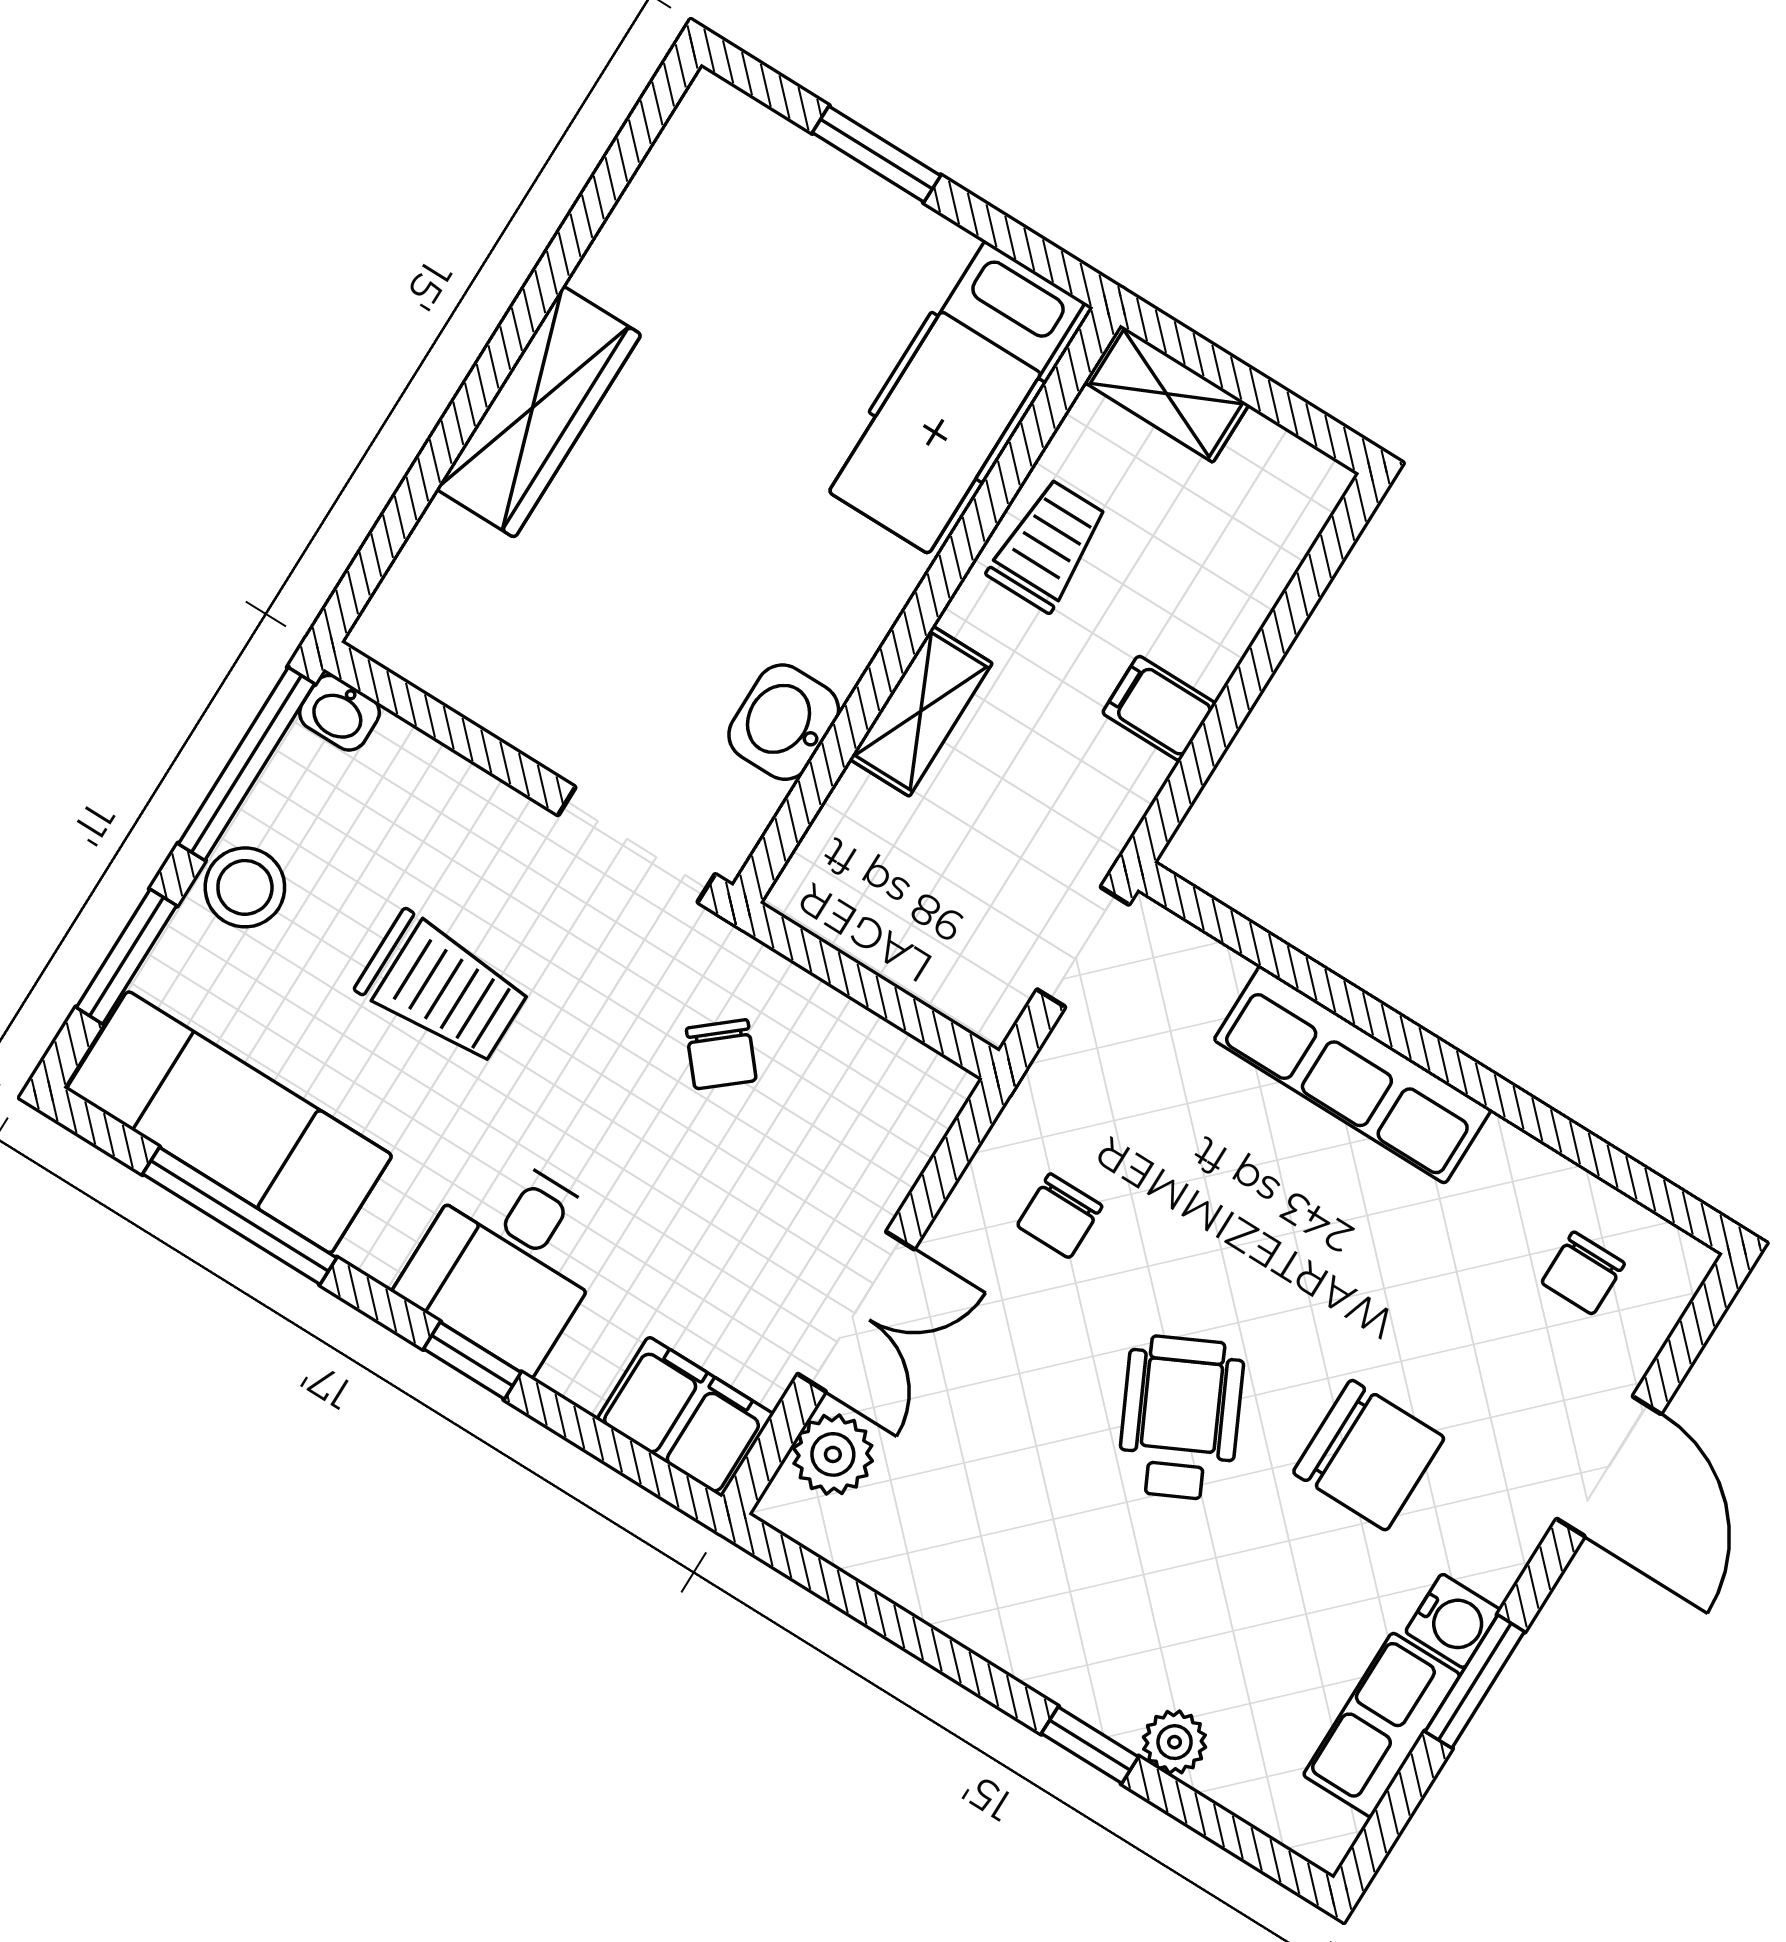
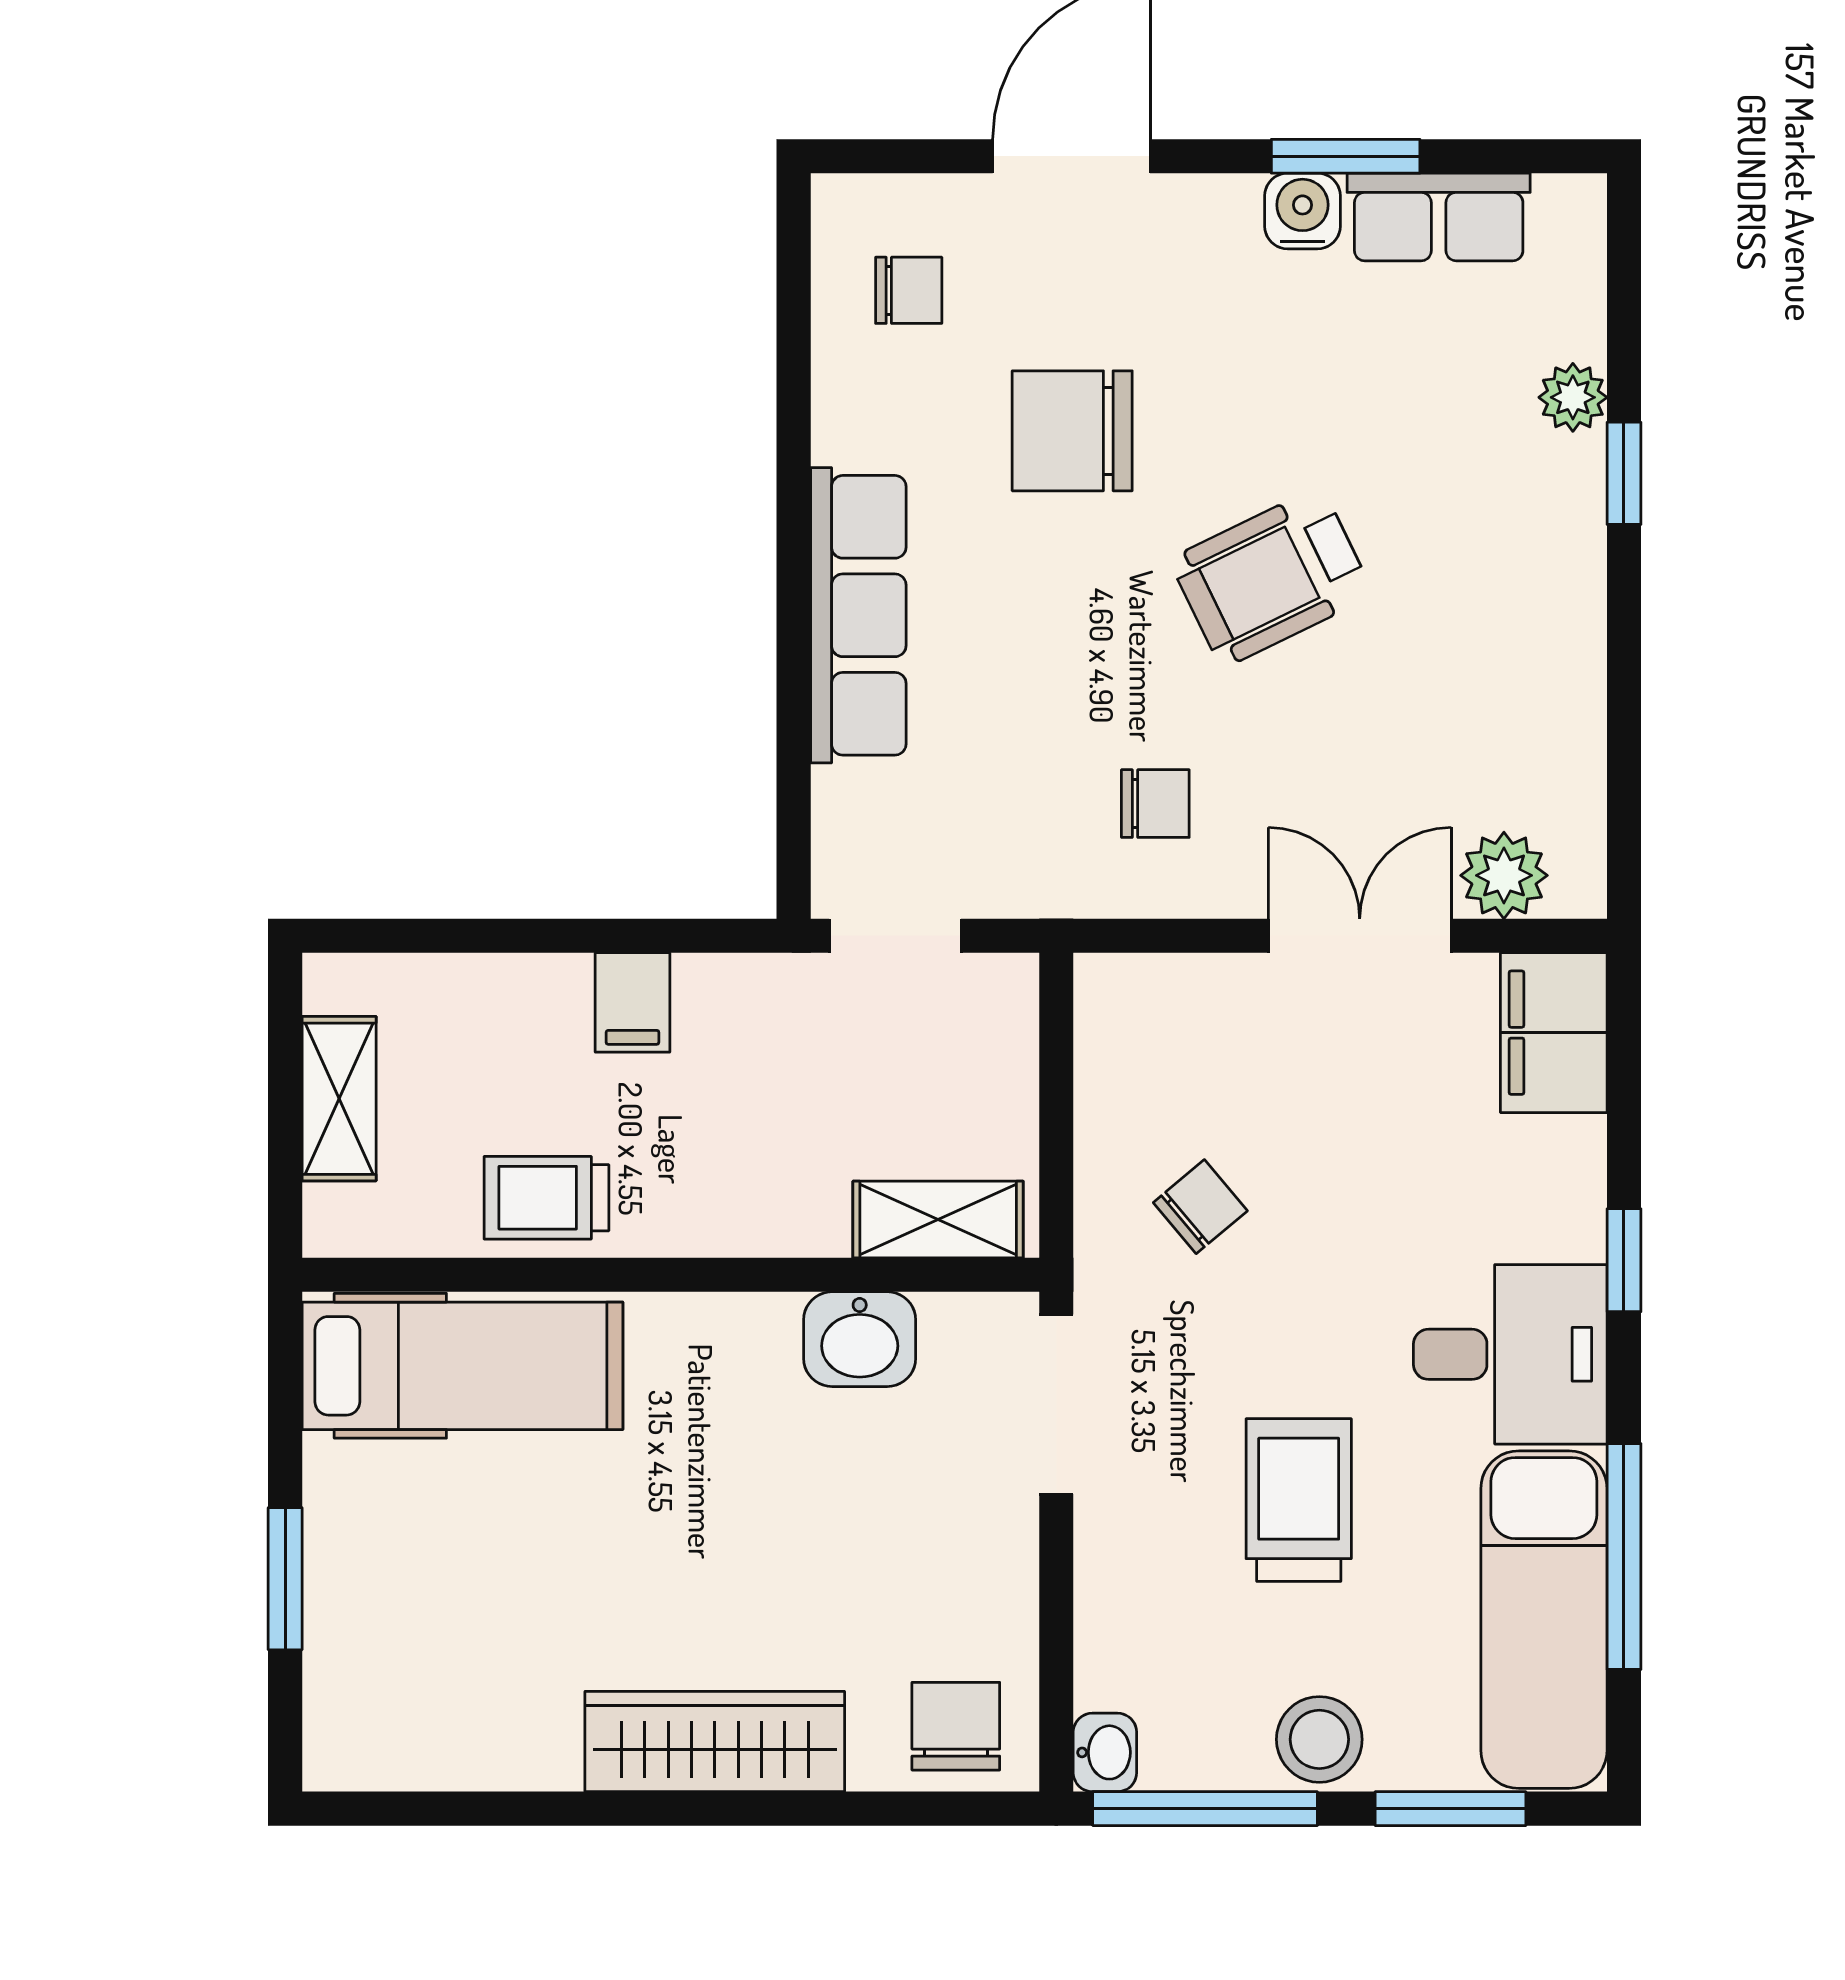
shelving: (1166, 393) -> (339, 1099), moved
chair: (433, 608) -> (956, 1726), added
shelving: (921, 711) -> (938, 1220), moved
desk: (509, 1260) -> (1510, 1354), moved
chair: (1369, 1455) -> (1072, 431), moved, turned -90

